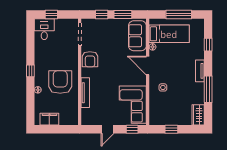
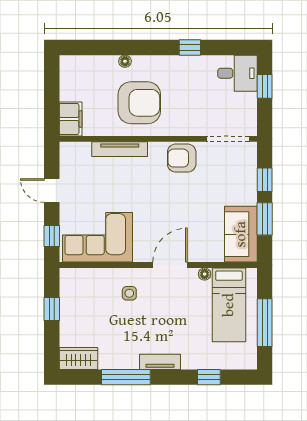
sofa: (137, 36) -> (241, 234), moved, turned -90
window: (30, 71) -> (190, 48), moved
filing cabinet: (49, 119) -> (71, 119), moved

